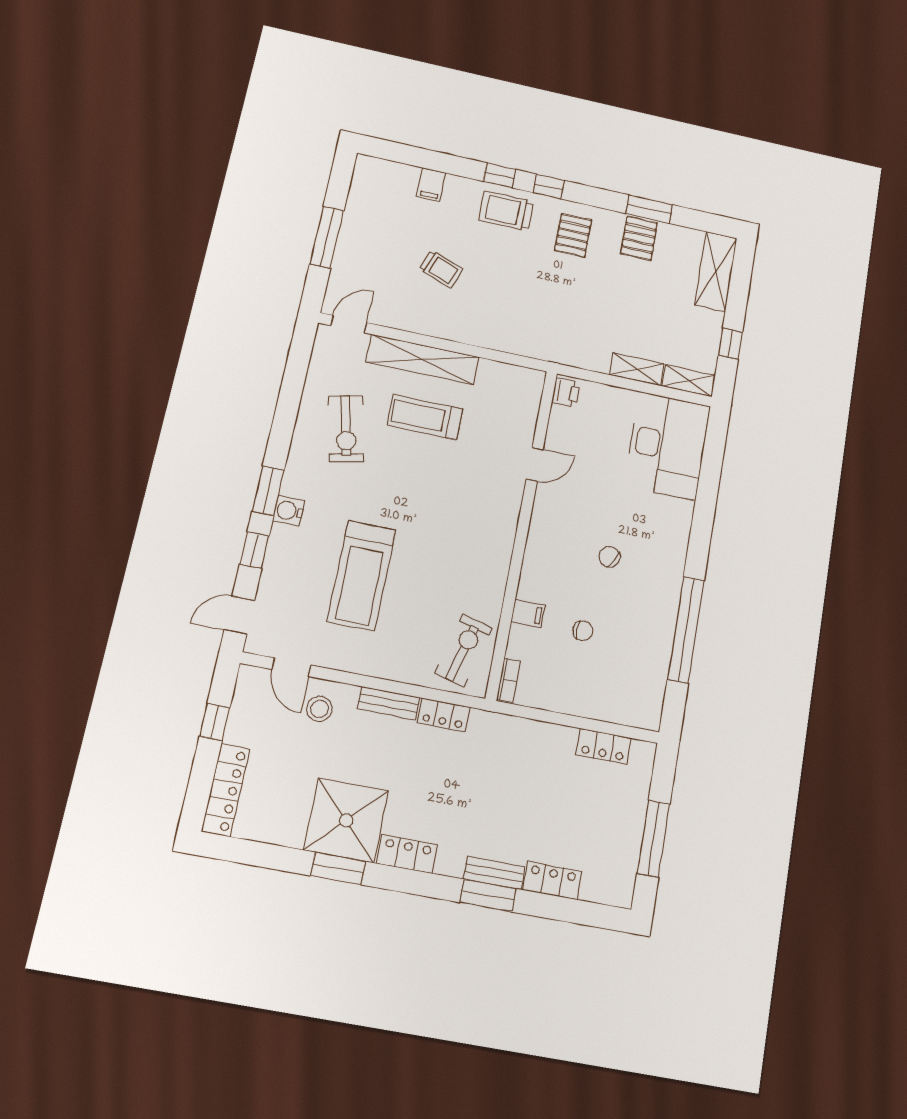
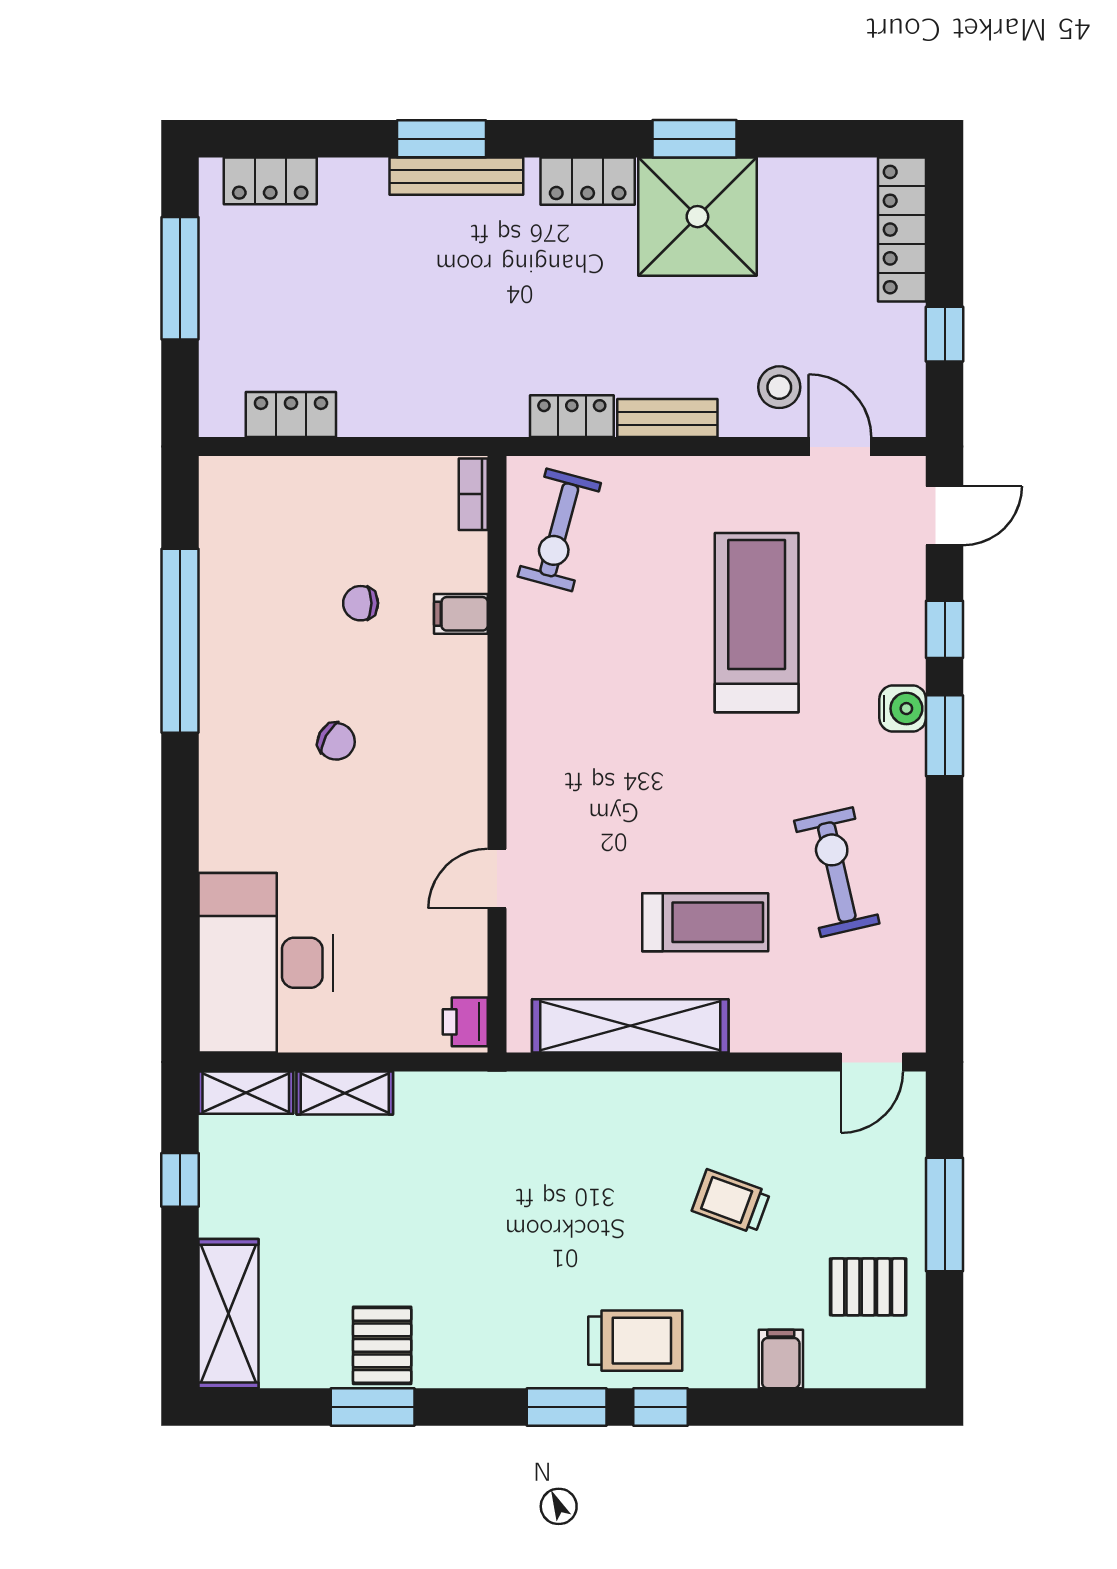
window: (549, 186) -> (567, 1407), width x1.50
pallet: (573, 235) -> (868, 1287), moved, turned 90
shelving: (423, 360) -> (630, 1026), moved
bench: (494, 873) -> (456, 176), width x1.36
locker: (552, 881) -> (270, 181), moved

